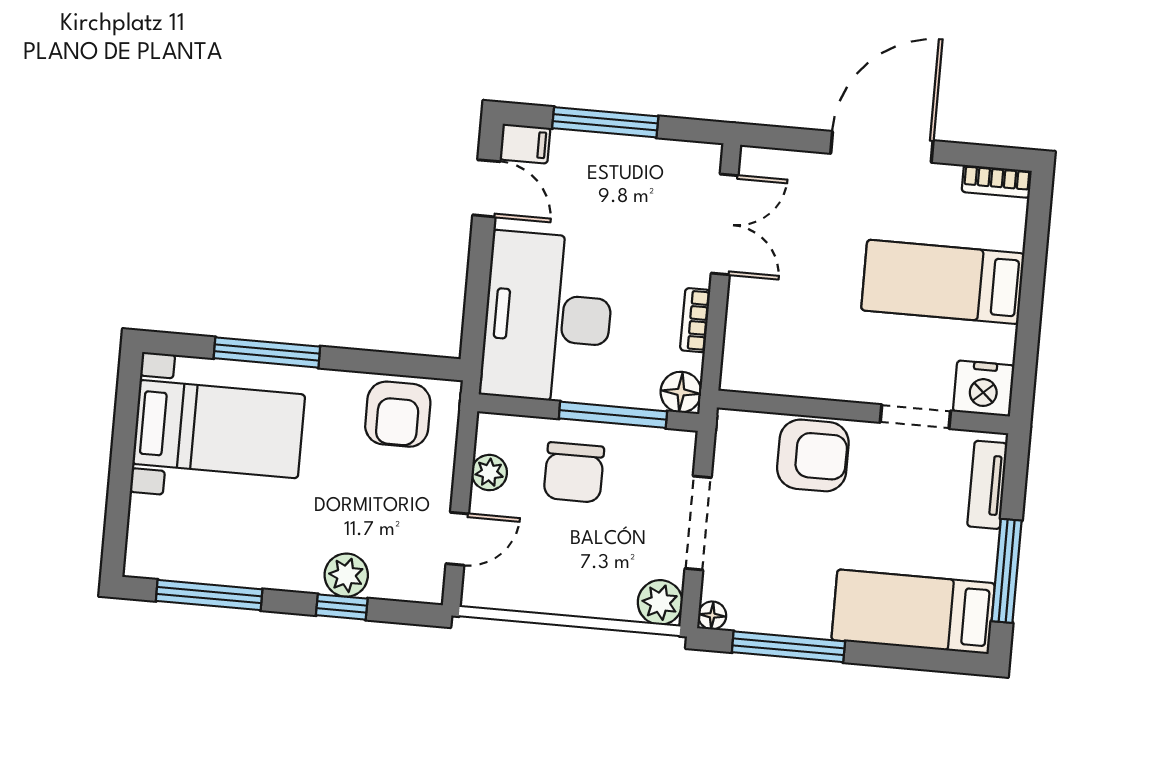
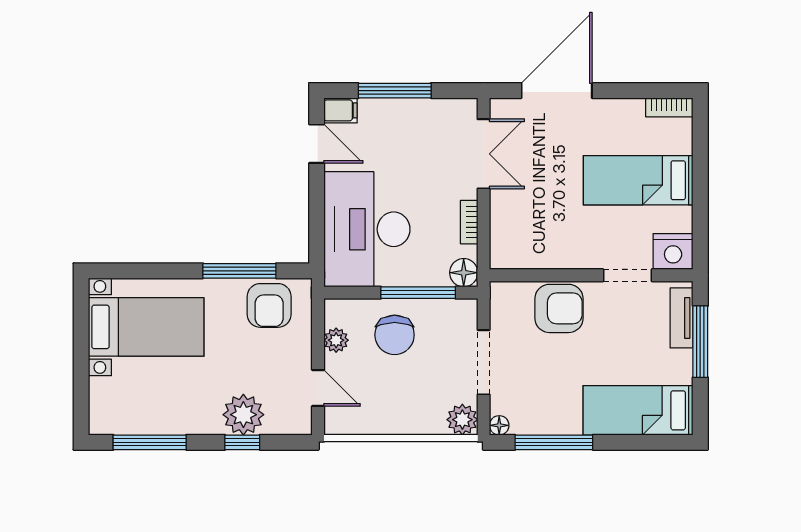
door: (882, 147) -> (557, 91), moved
window: (267, 352) -> (239, 271), moved
door: (457, 539) -> (318, 388), hinge flipped
window: (1007, 571) -> (700, 342), moved
plant: (346, 575) -> (243, 415), width x1.36, depth x1.36

